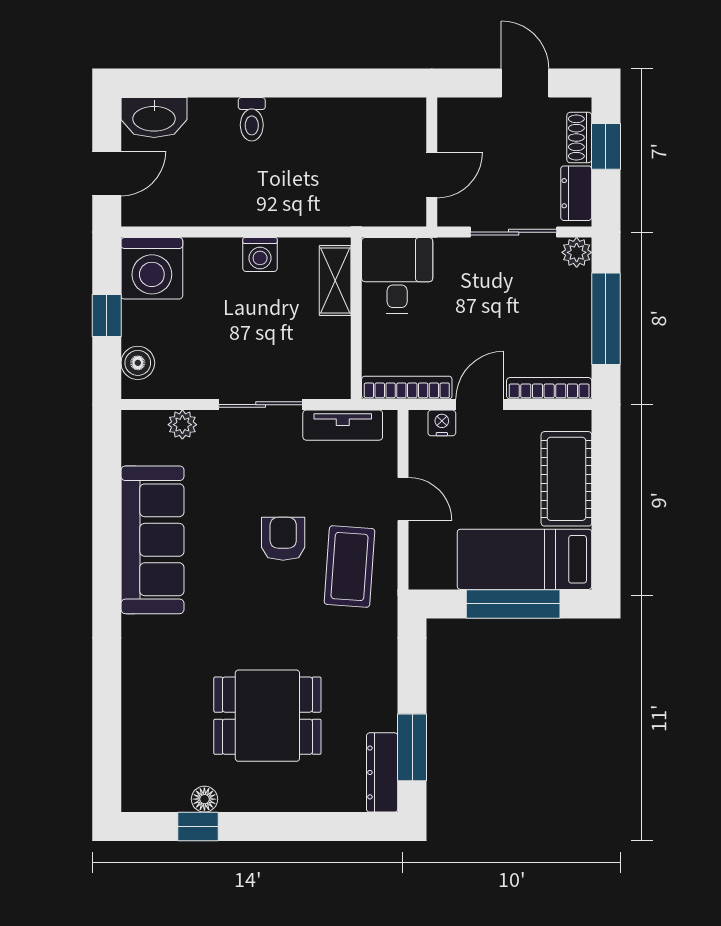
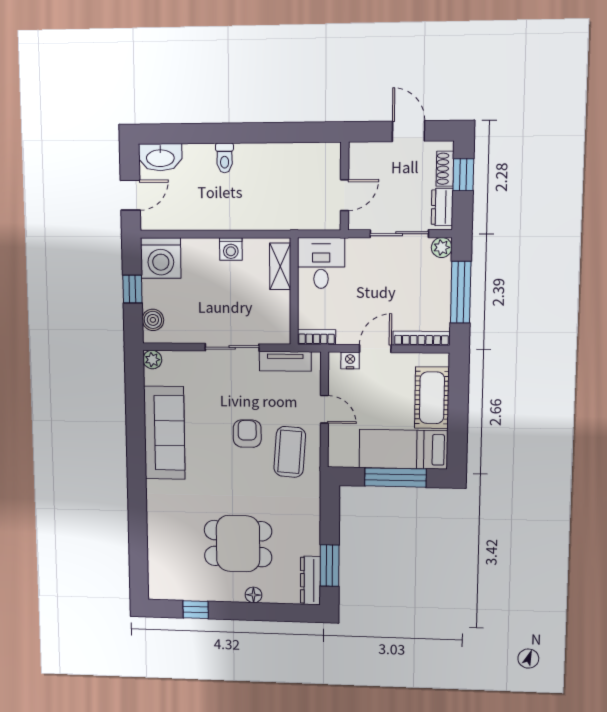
bookcase: (407, 388) -> (317, 337), width x0.64
plant: (182, 425) -> (152, 360), moved
floor lamp: (204, 799) -> (253, 595), moved

